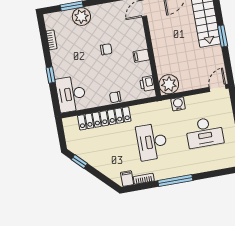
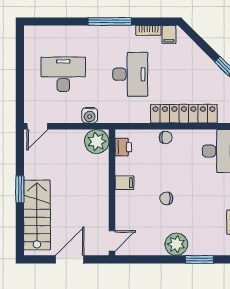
plant: (81, 17) -> (176, 244), moved

